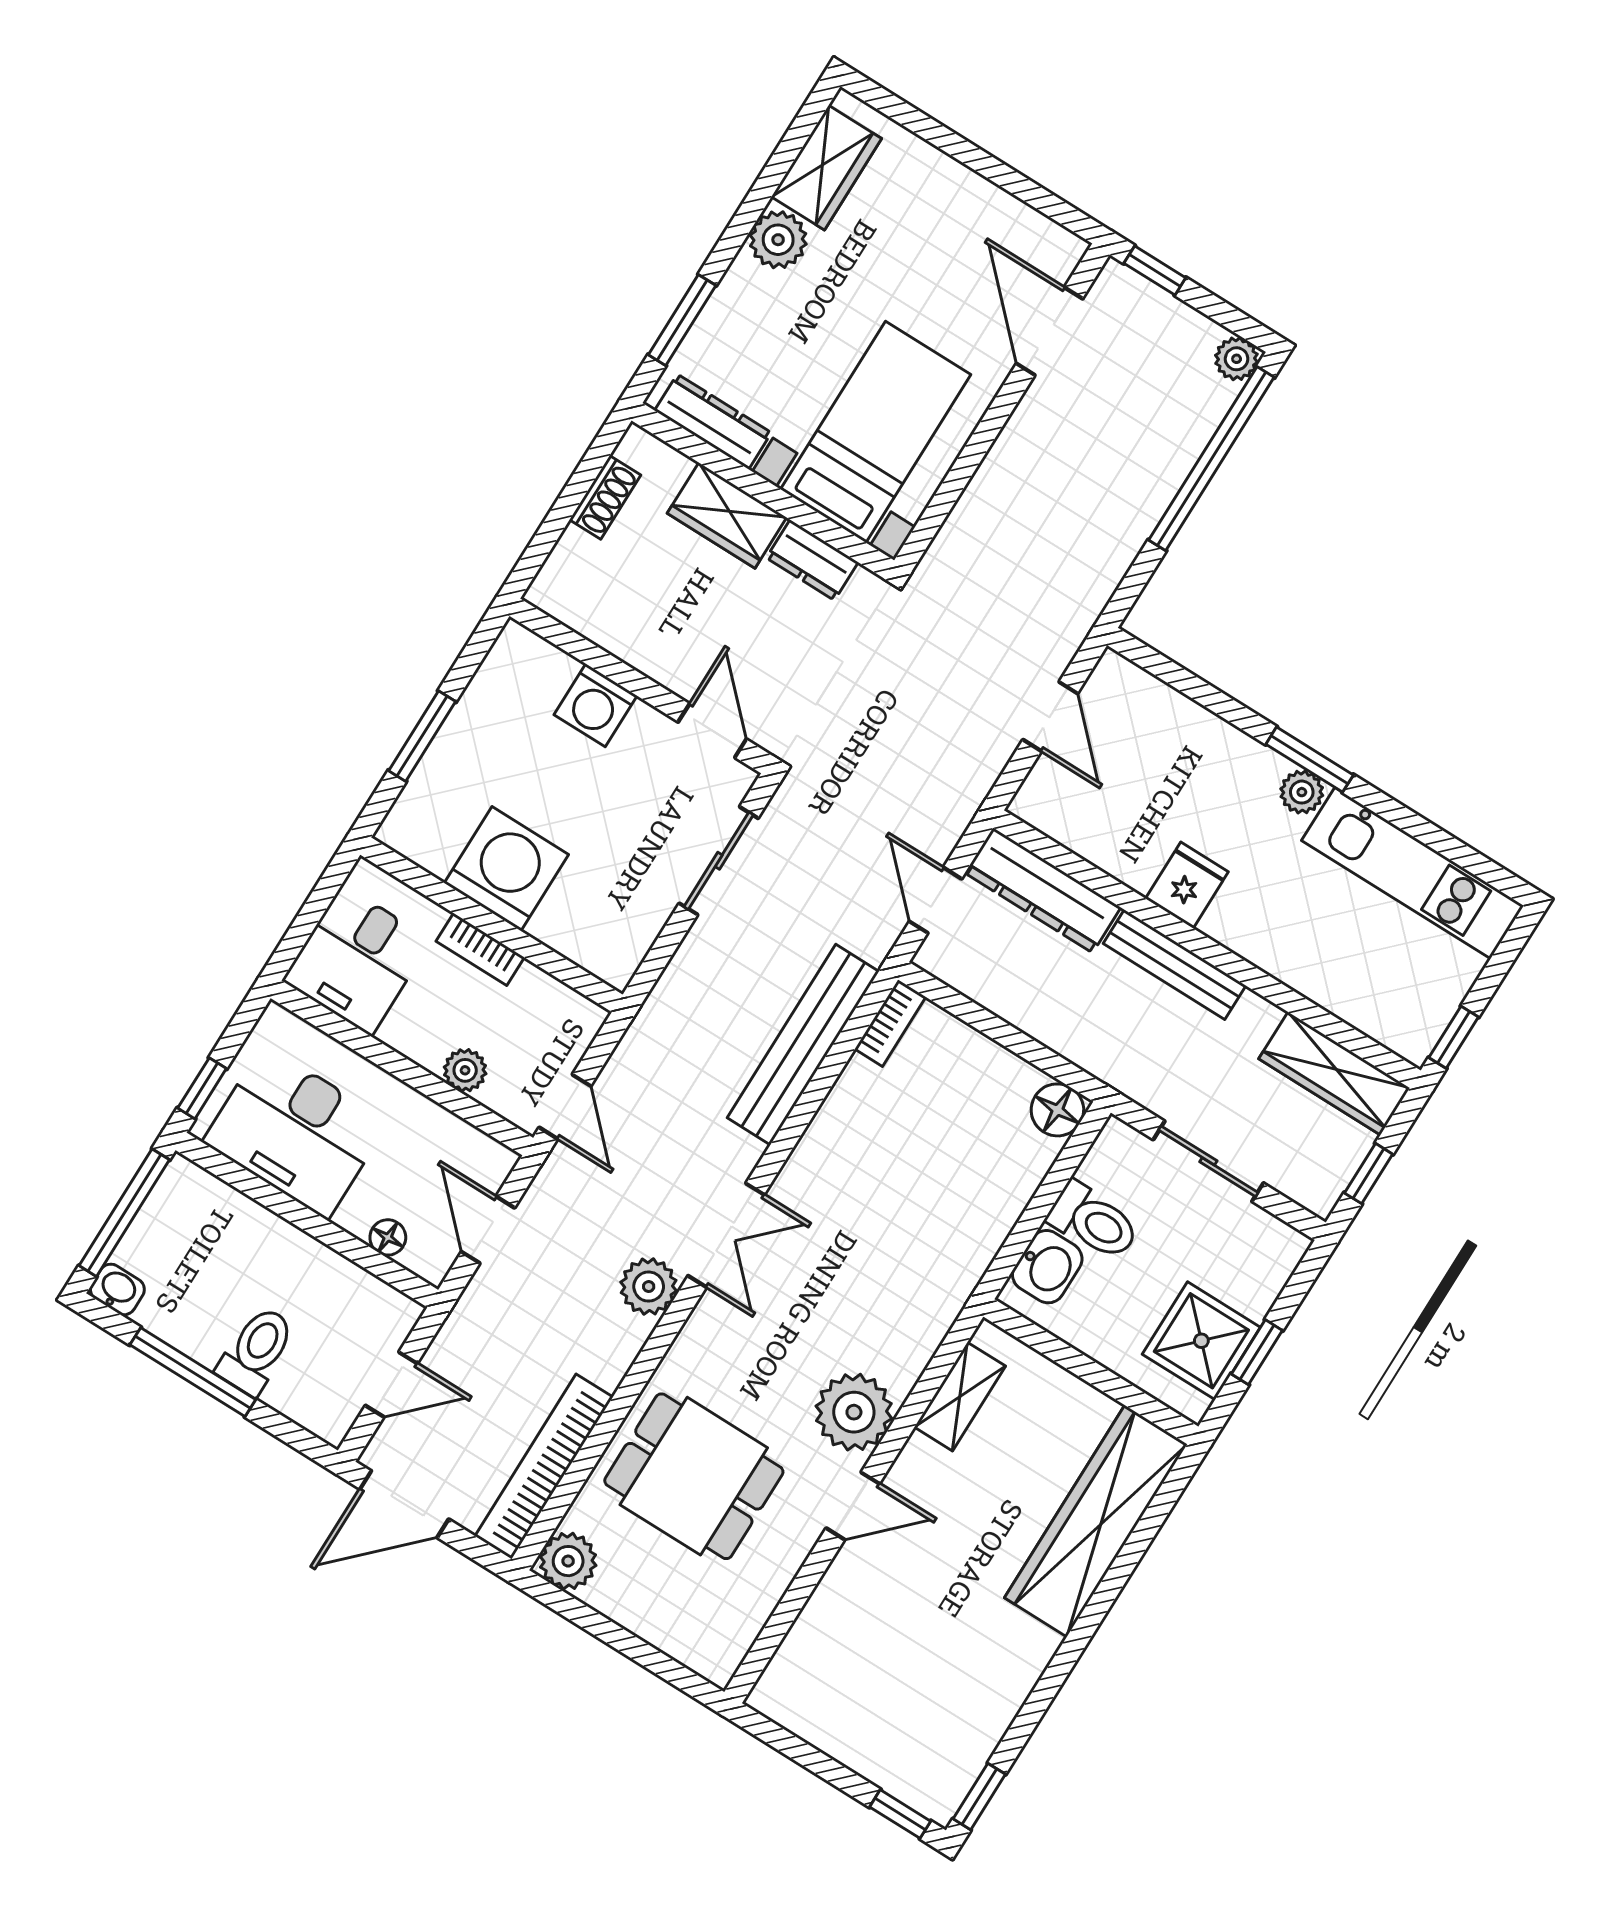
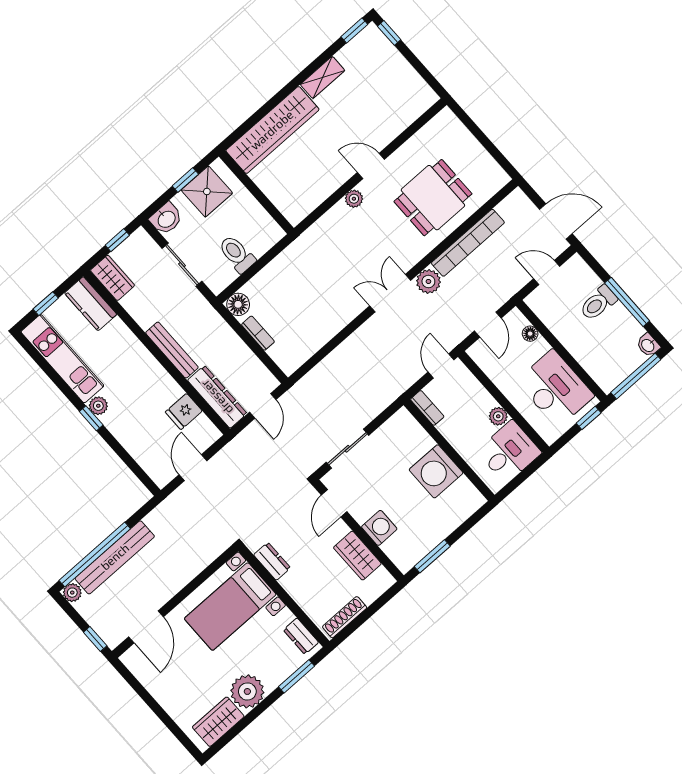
plant: (778, 240) -> (247, 691), width x1.36, depth x1.36
dresser: (713, 422) -> (301, 636), width x0.70
shoe rack: (605, 497) -> (345, 617), width x1.43
wardrobe: (727, 515) -> (357, 556), moved, turned 180
window: (422, 736) -> (432, 556), moved
window: (1310, 760) -> (91, 418), width x0.67
fridge: (1187, 885) -> (184, 411), moved
bookcase: (480, 949) -> (427, 408), moved
kitchen counter: (1386, 1014) -> (91, 304), added
bookcase: (890, 1023) -> (258, 333), moved, turned 90
window: (1454, 1037) -> (46, 304), moved
bench: (803, 1045) -> (115, 557), moved
plant: (465, 1070) -> (498, 416), moved
wardrobe: (1334, 1073) -> (112, 278), width x0.67
washbasin: (1047, 1267) -> (166, 219), moved, turned 180
shelving: (960, 1397) -> (323, 77), moved
plant: (854, 1412) -> (354, 199), width x0.53, depth x0.53
bookcase: (544, 1466) -> (468, 243), moved
dining table: (694, 1476) -> (433, 198), turned 90
plant: (568, 1561) -> (495, 178), removed

